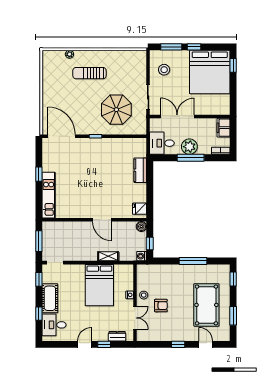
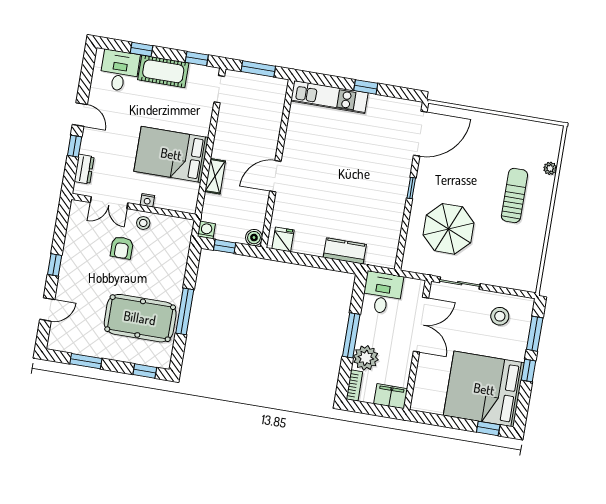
plant: (189, 147) -> (366, 358), moved
pool table: (206, 305) -> (140, 318), moved

